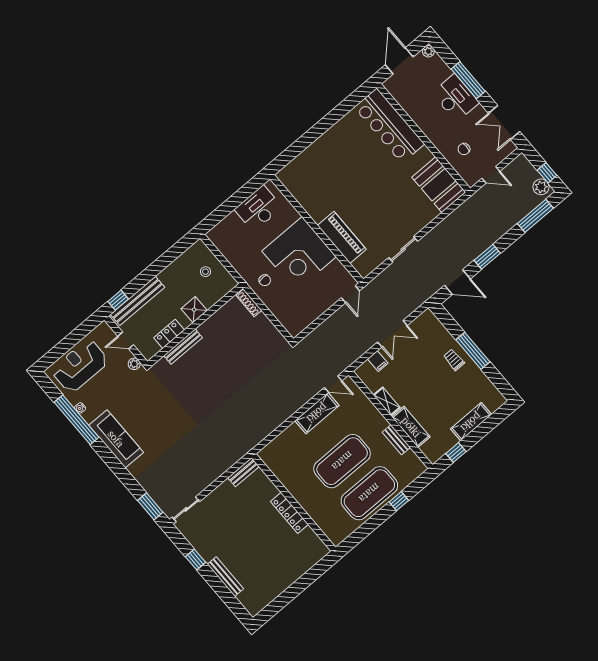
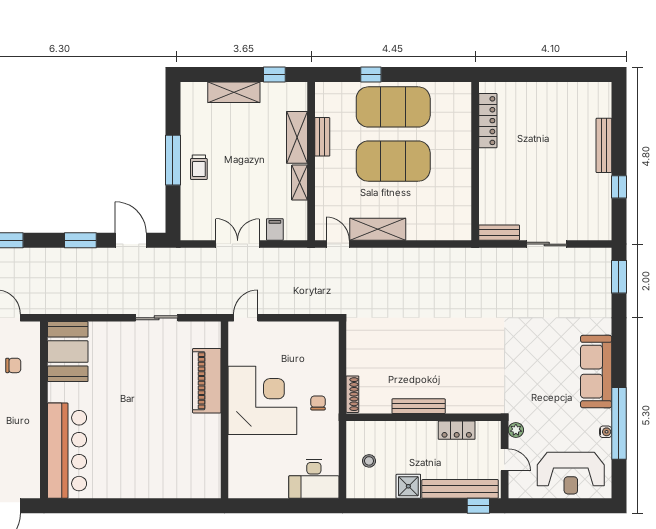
desk: (258, 208) -> (314, 479), moved
shower: (194, 310) -> (408, 486), moved
bench: (183, 347) -> (419, 406), moved
sliding door: (186, 509) -> (547, 244), moved
locker: (290, 513) -> (488, 121), moved

